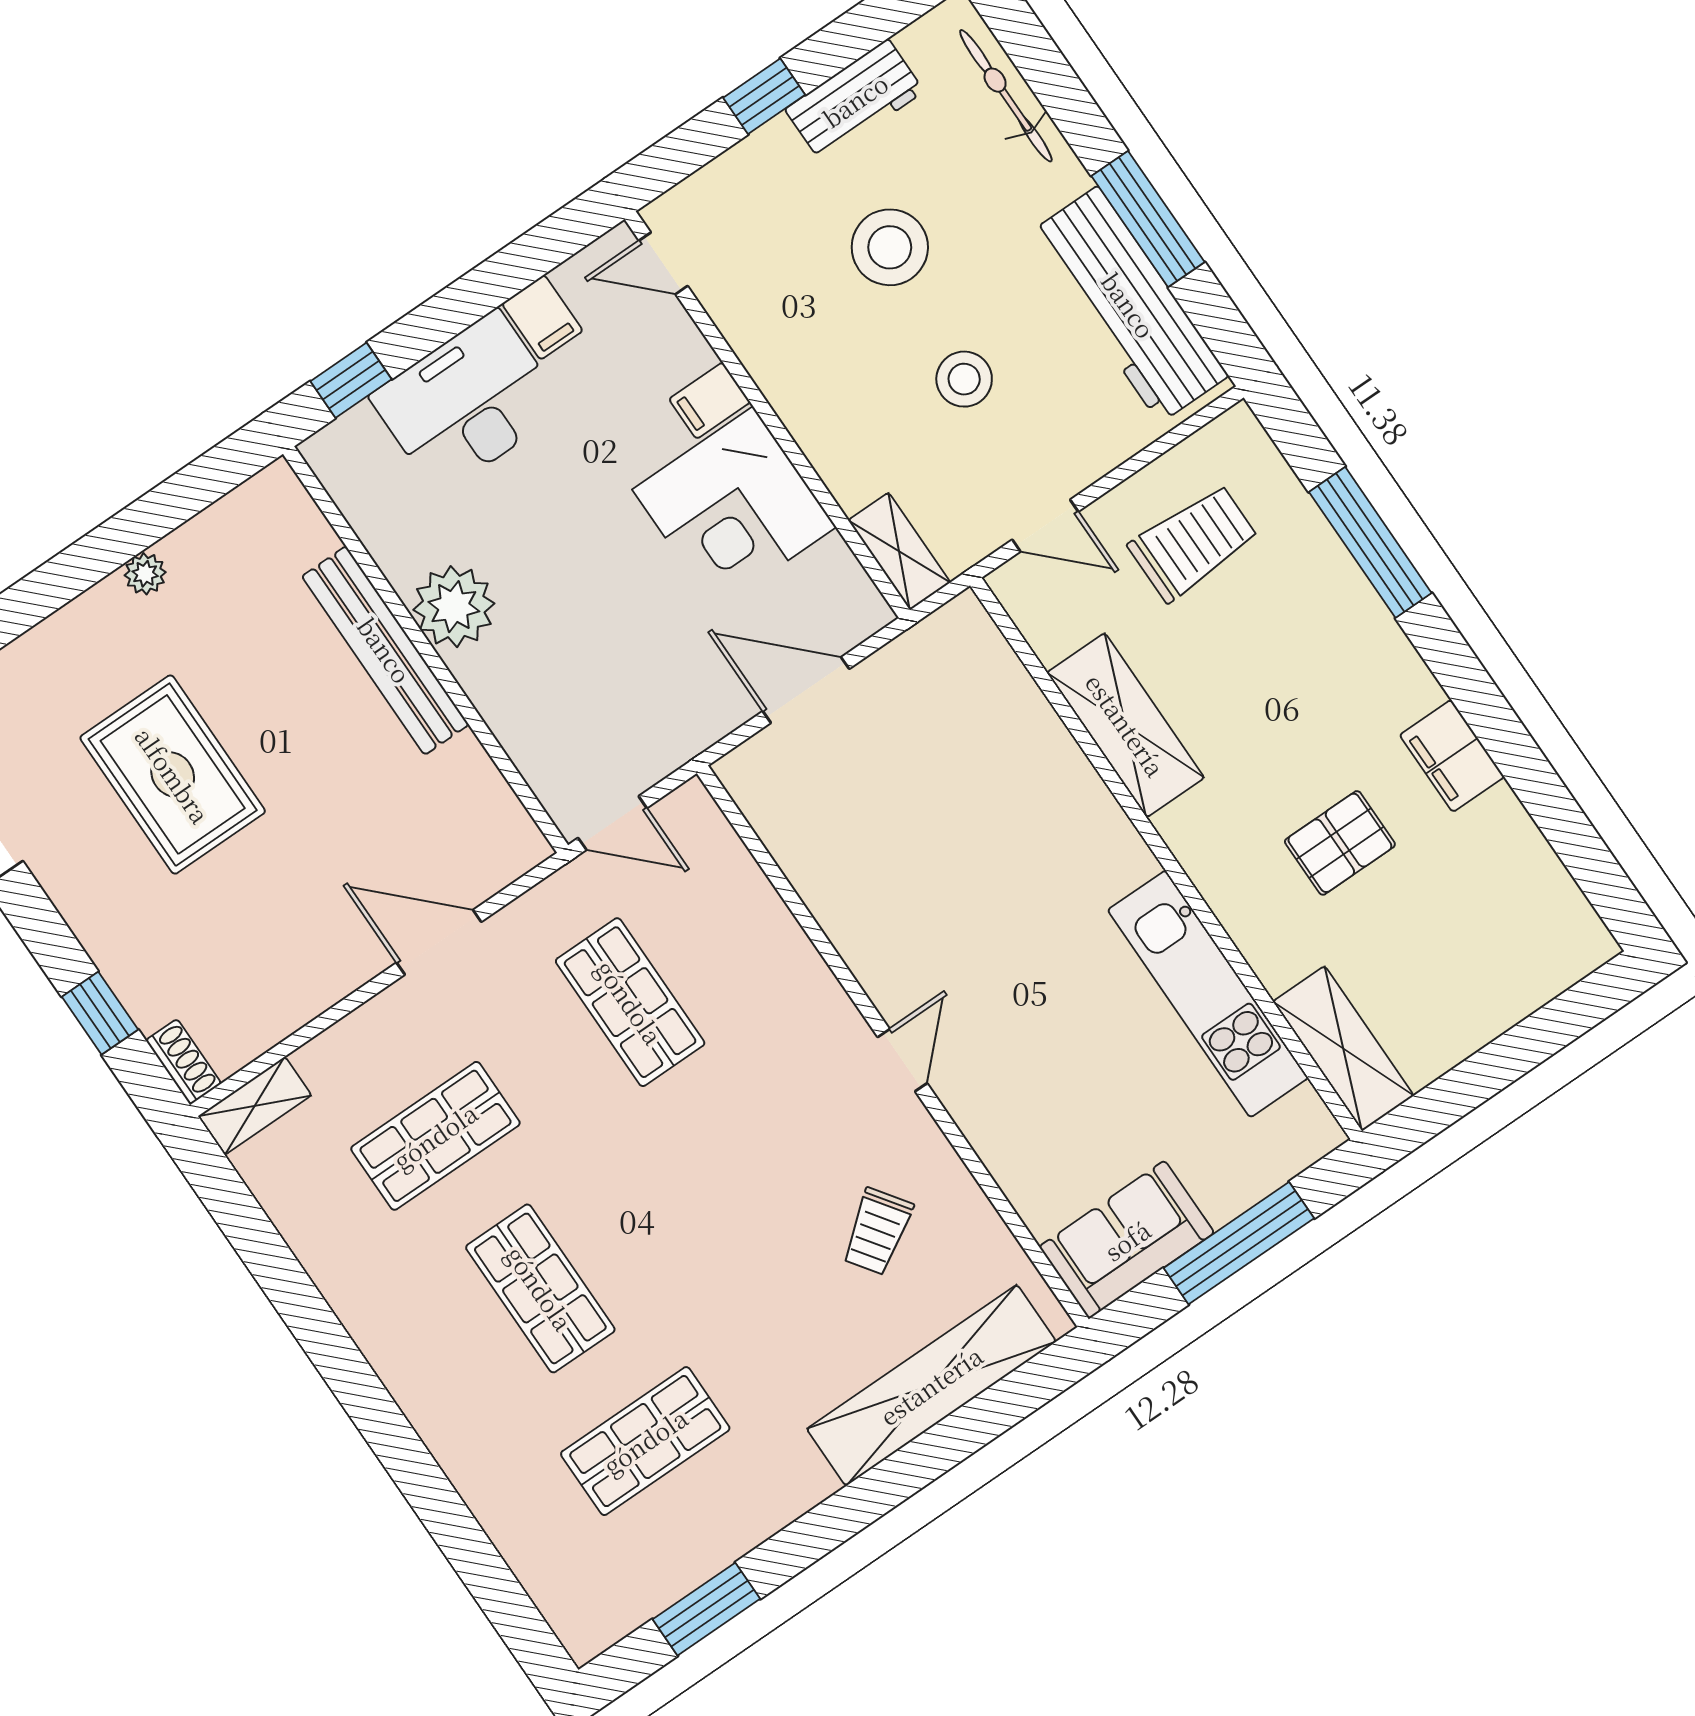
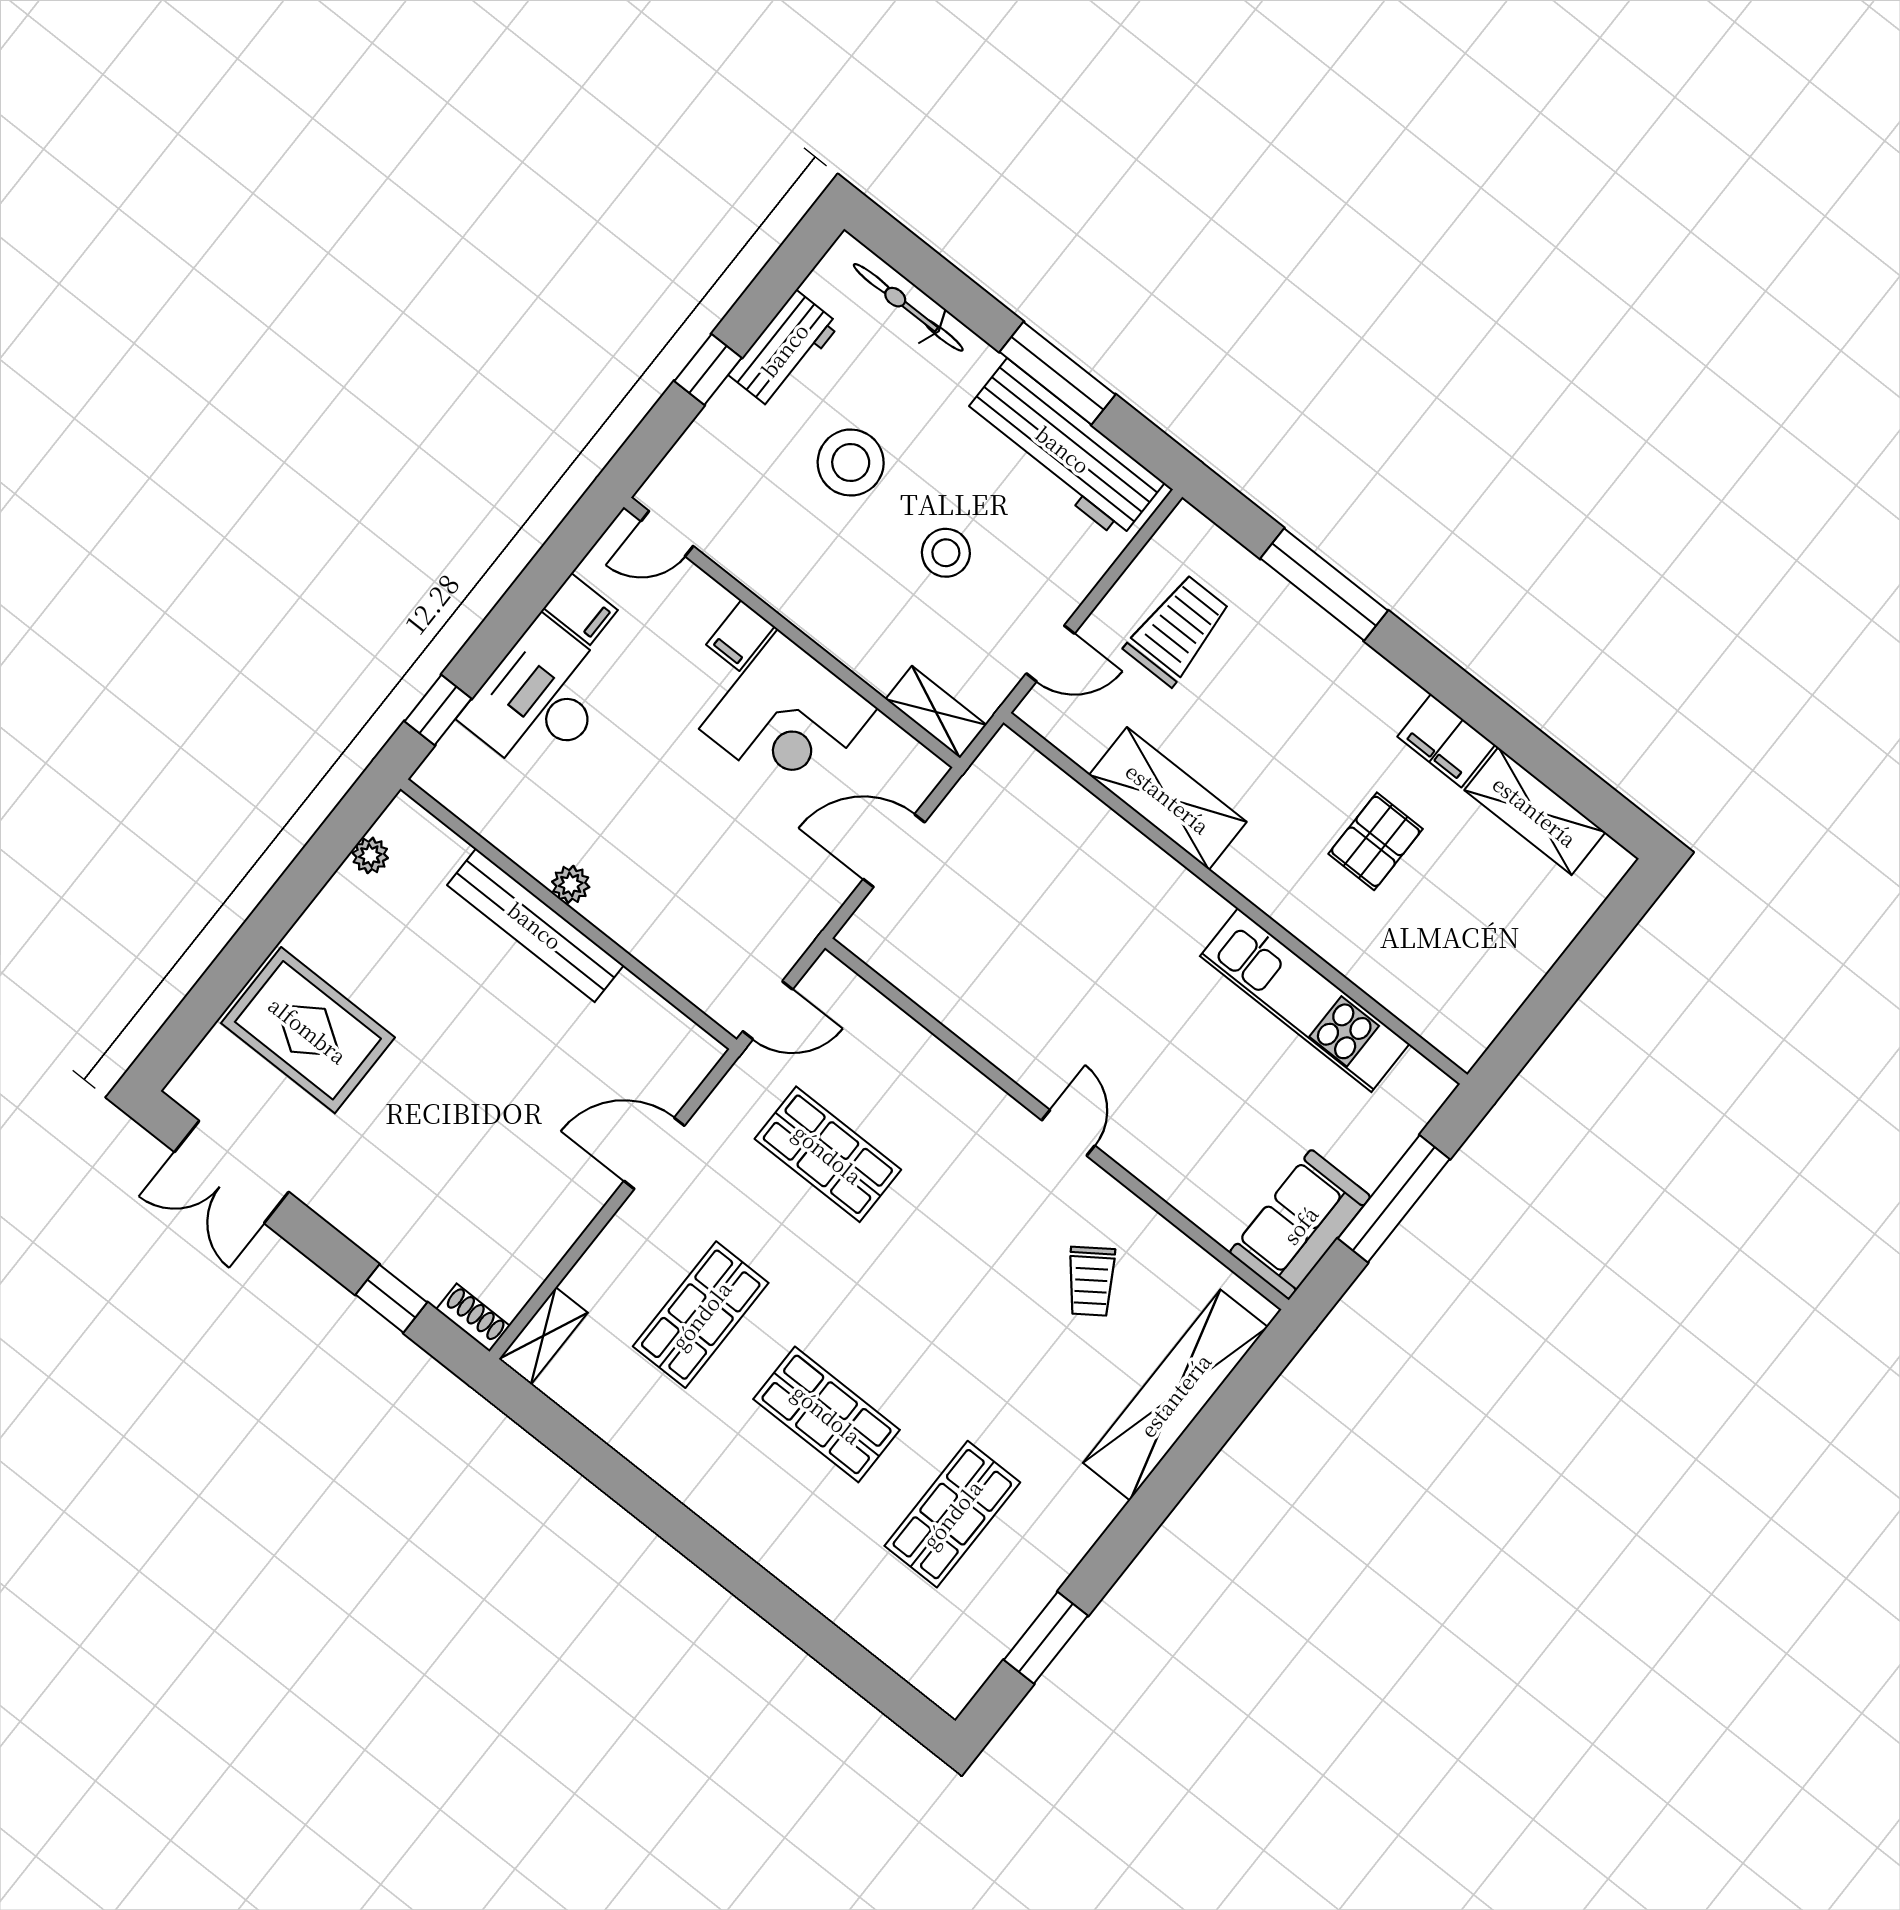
plant: (145, 574) -> (370, 855), moved
plant: (454, 607) -> (571, 884), width x0.53, depth x0.53
rug: (173, 775) -> (308, 1030), moved
shelving: (1343, 1049) -> (1535, 811), moved

